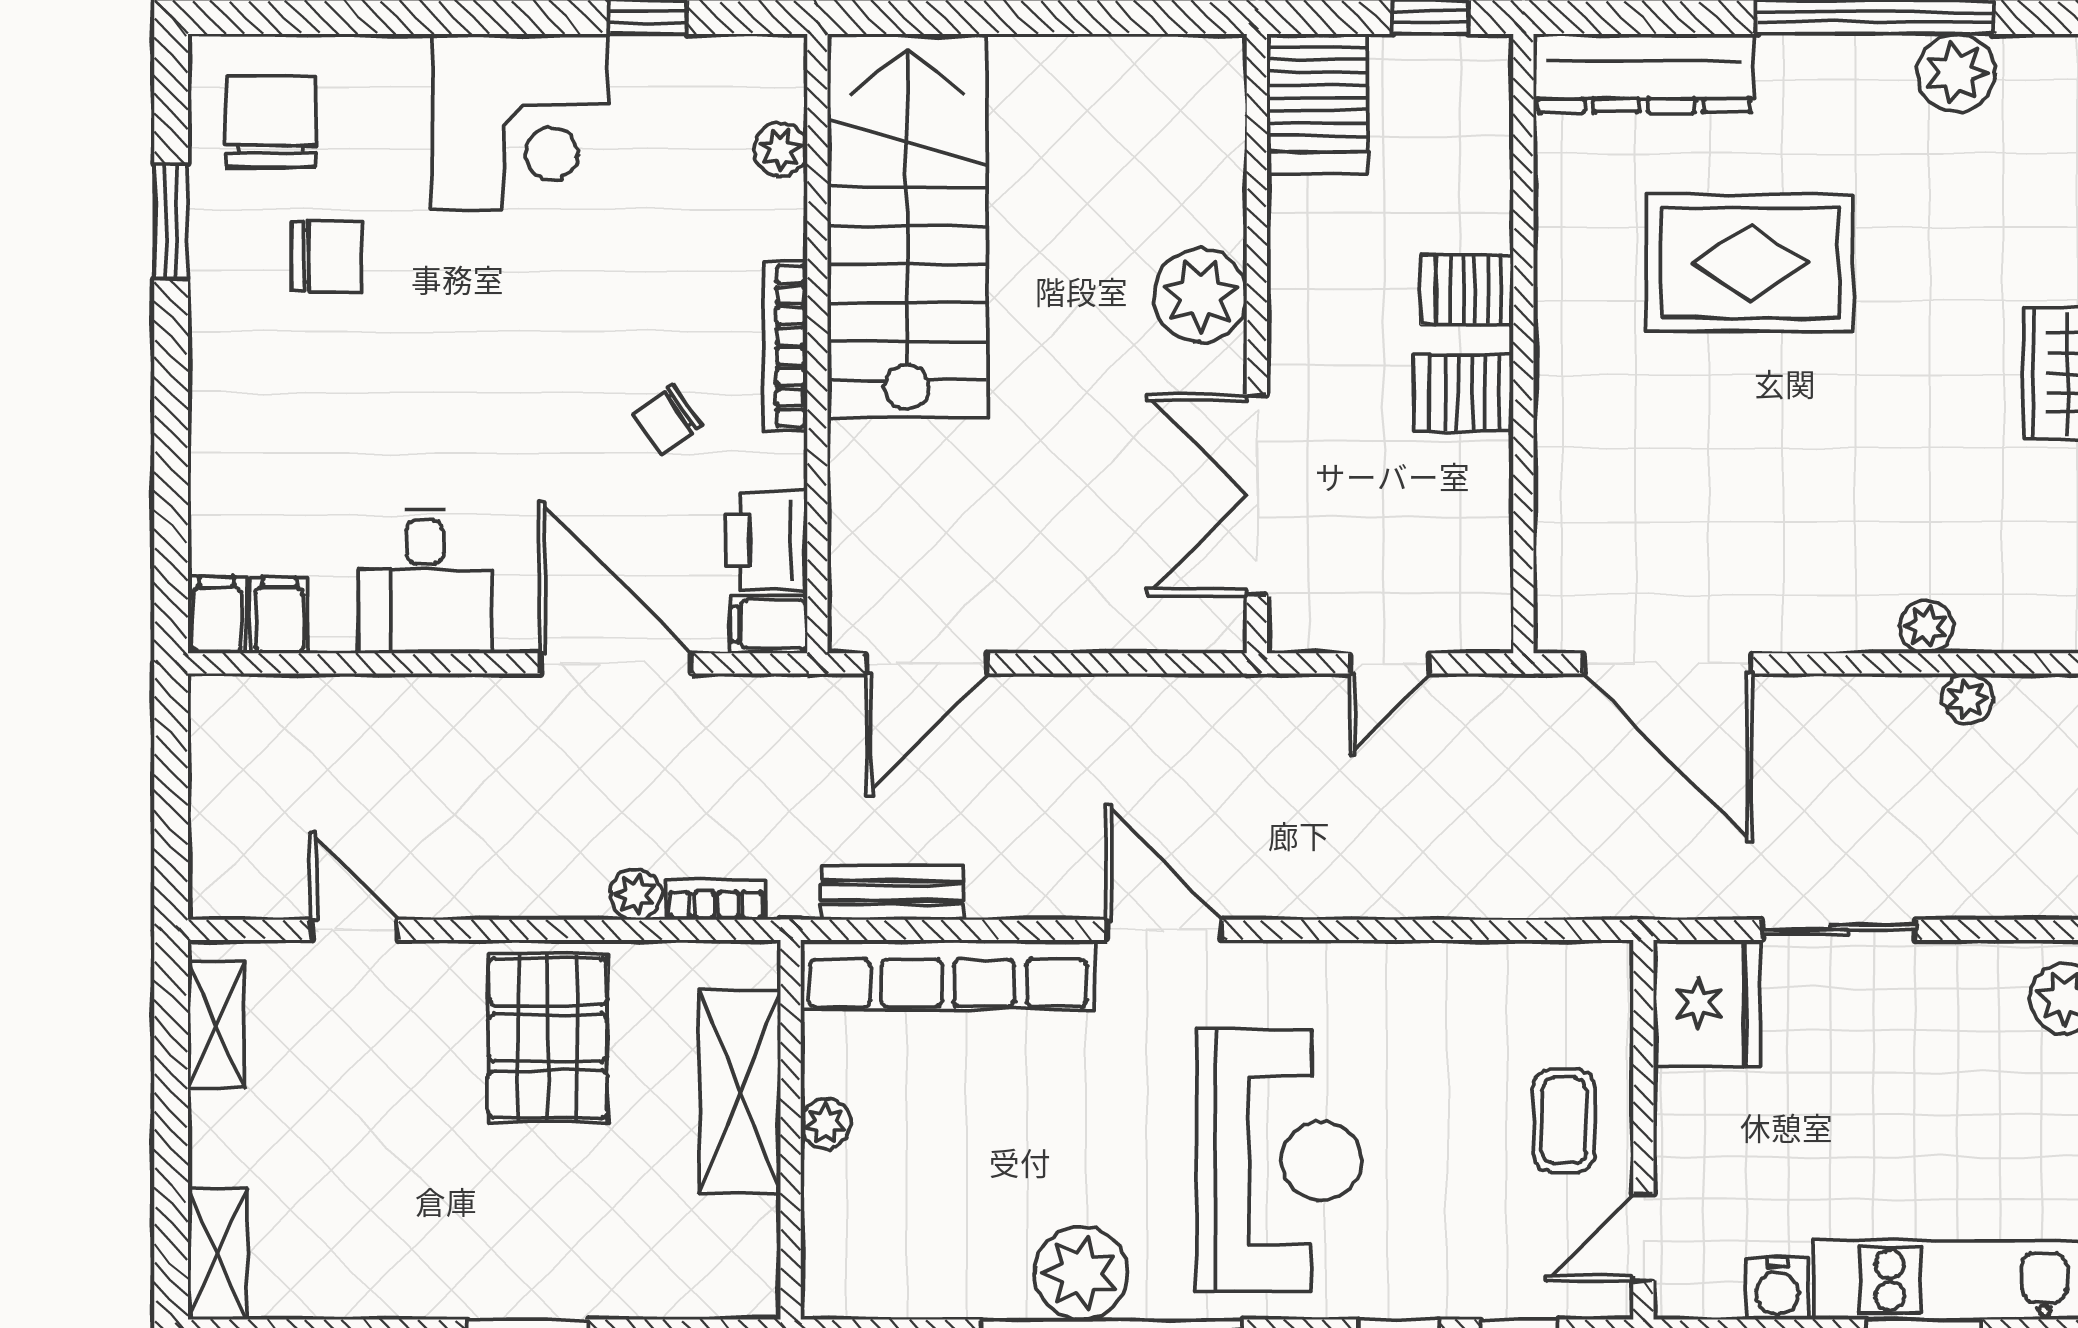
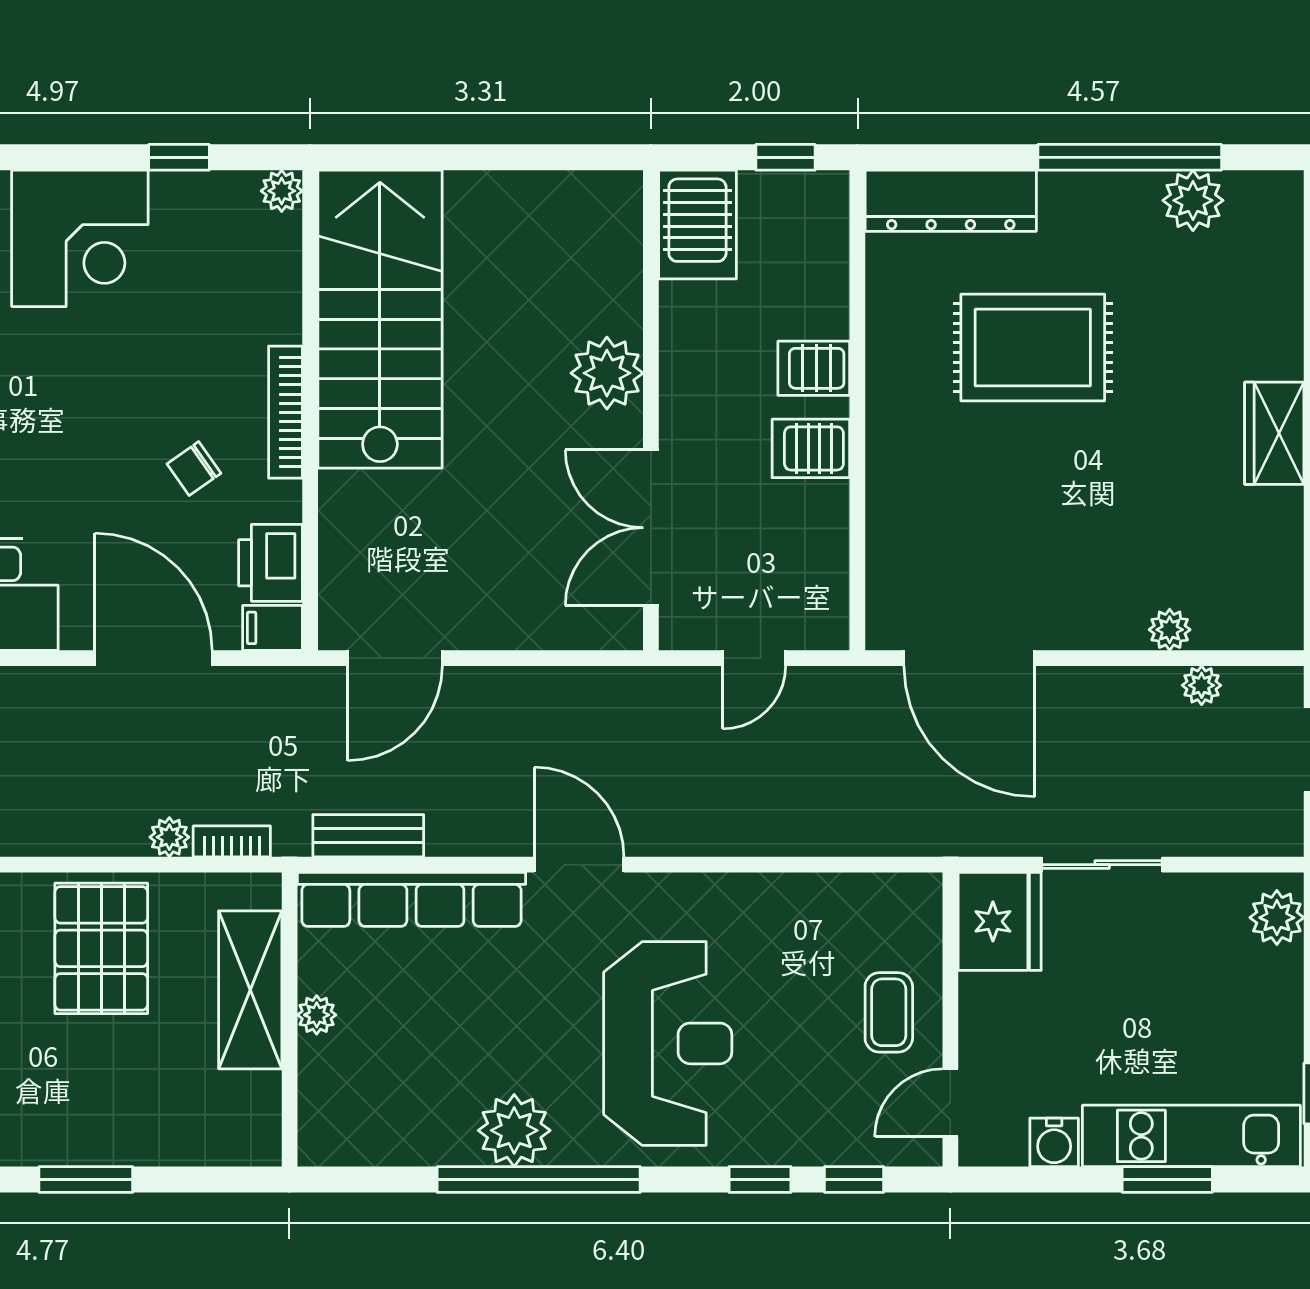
plant: (781, 149) -> (282, 191), moved

